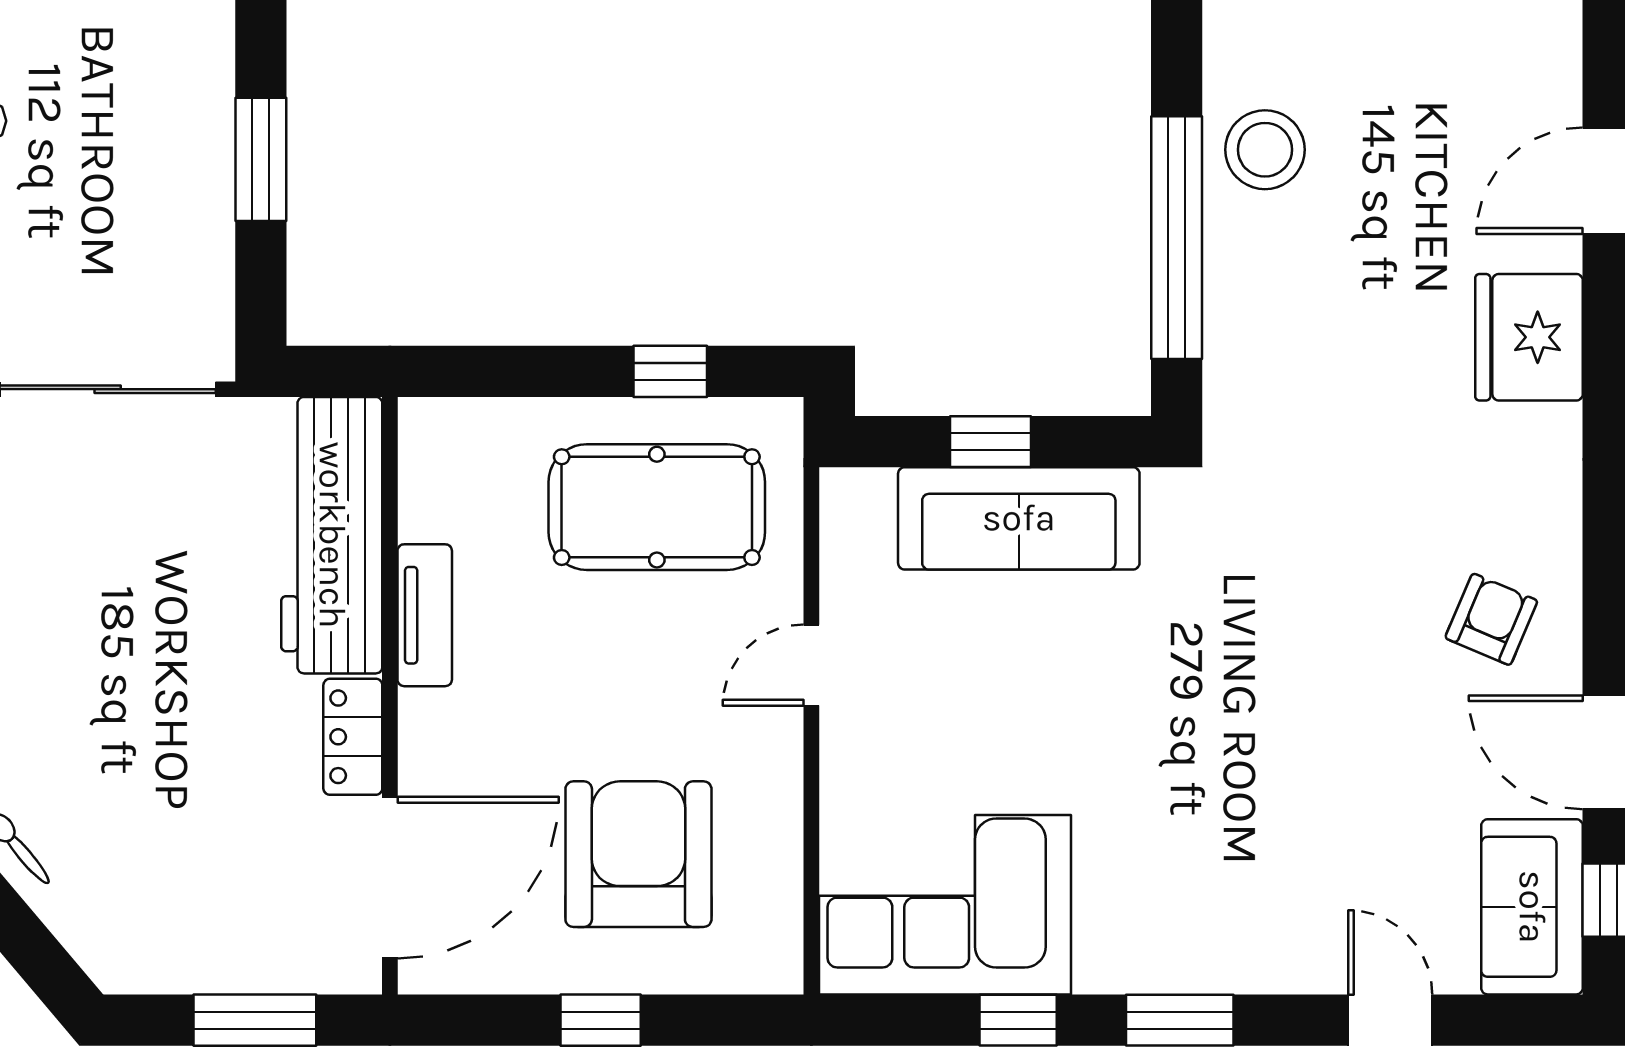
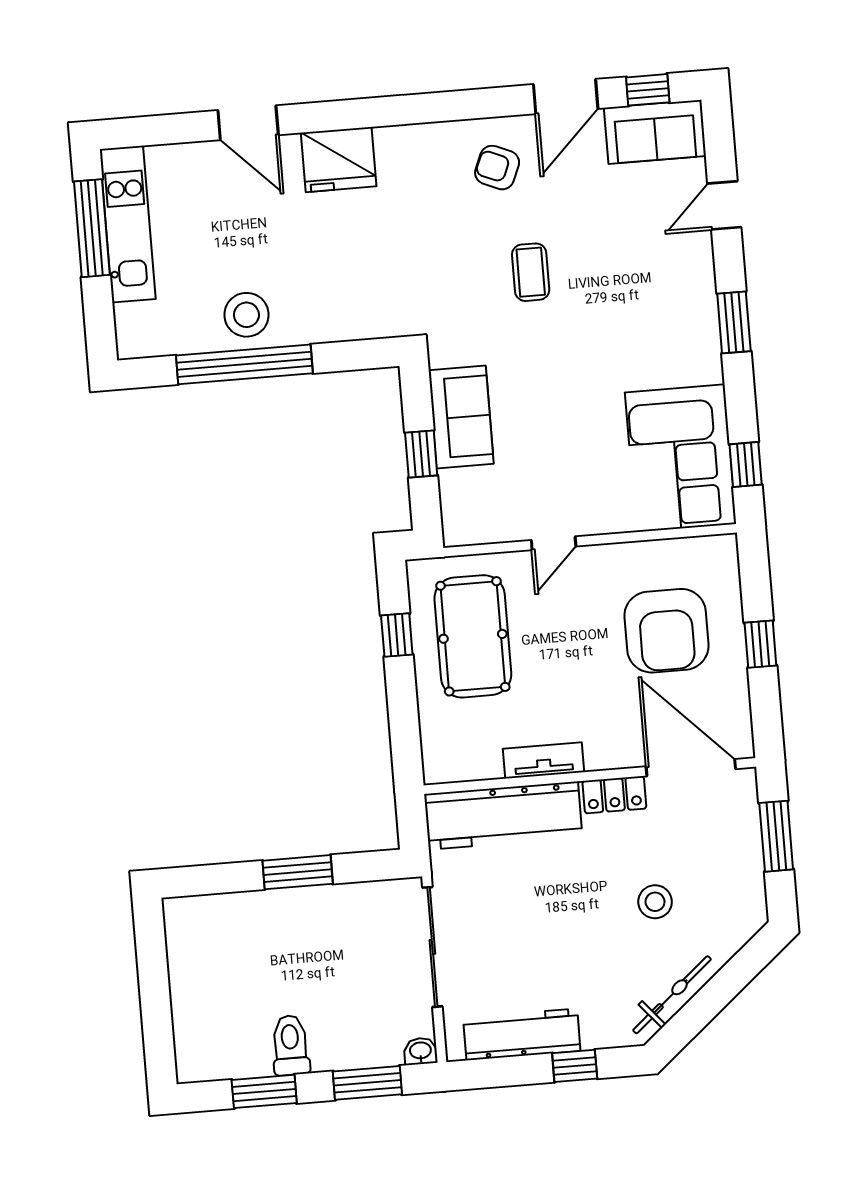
window: (1177, 238) -> (244, 364), moved
sofa: (1019, 518) -> (461, 417), width x0.73
coffee table: (1299, 664) -> (531, 272), added
door: (811, 665) -> (554, 543), hinge flipped
stool: (156, 794) -> (655, 902), added
armchair: (638, 854) -> (666, 631), turned -90
window: (1018, 1020) -> (746, 465), moved

